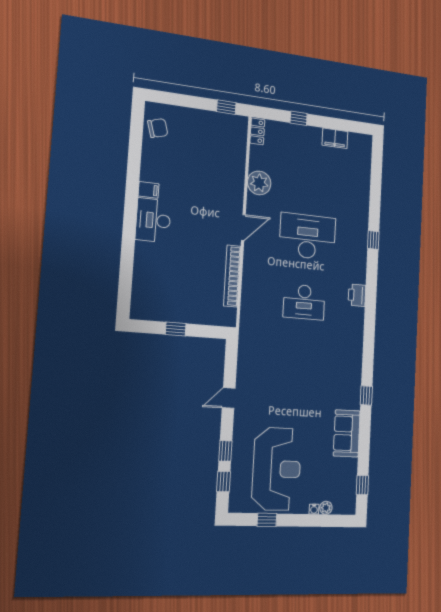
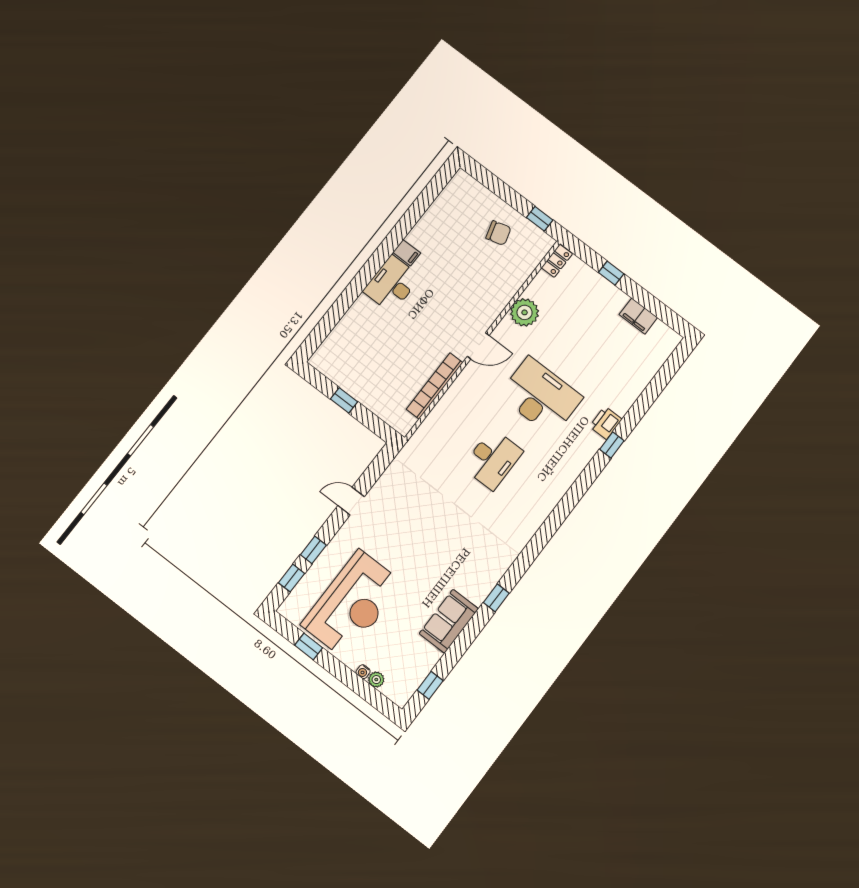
chair: (158, 128) -> (498, 233), moved
printer: (357, 295) -> (606, 423), moved
desk: (304, 302) -> (493, 459), turned -90

